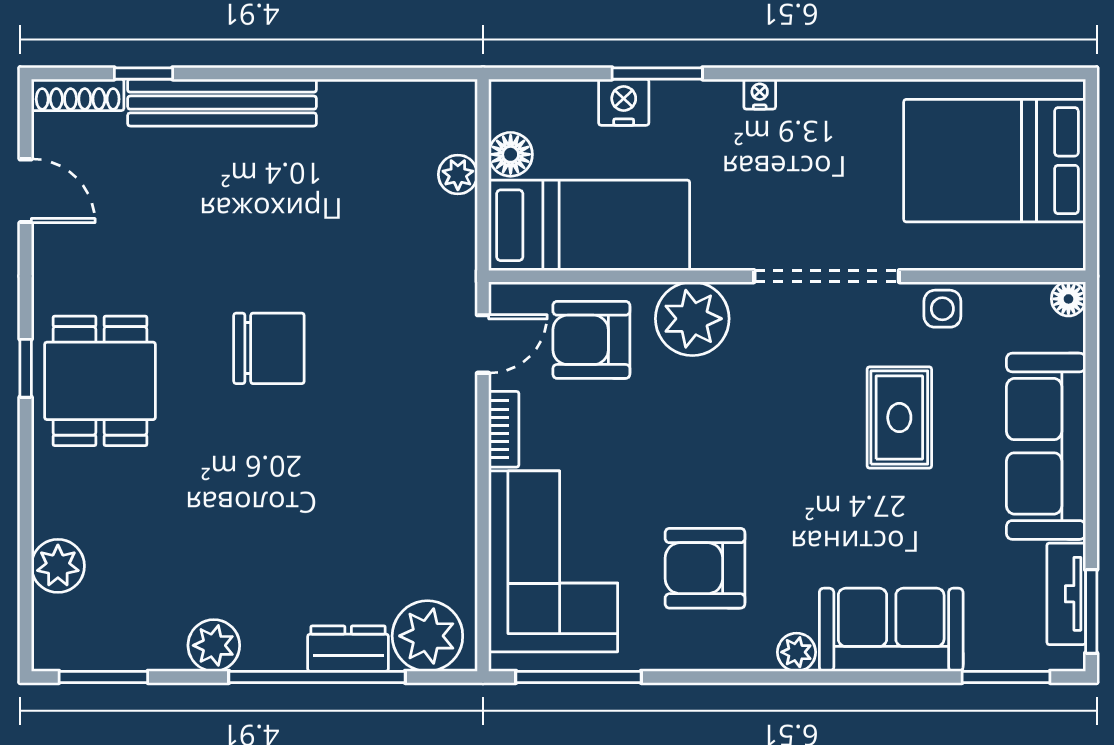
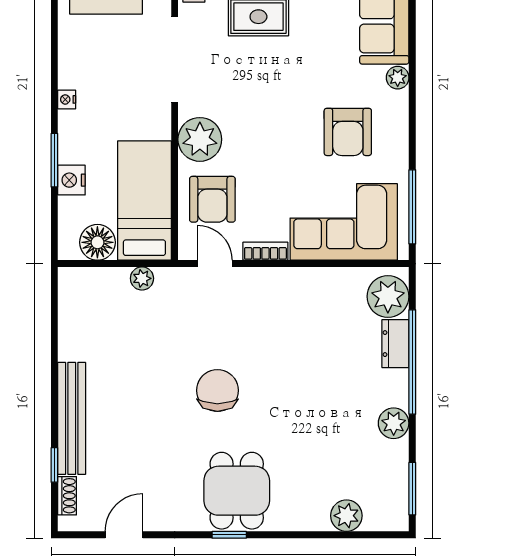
shoe rack: (78, 95) -> (67, 496), width x0.70
floor lamp: (511, 154) -> (97, 242), width x1.38, depth x1.38
plant: (458, 174) -> (142, 278), moved
dining table: (100, 381) -> (237, 491), turned 90

